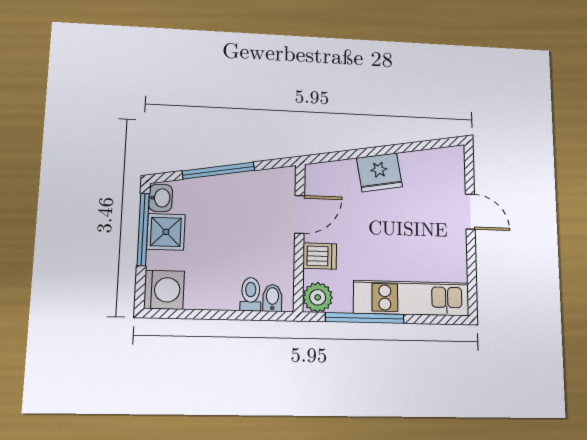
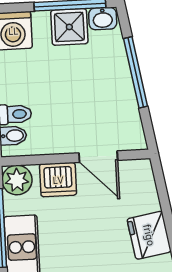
dishwasher: (320, 256) -> (58, 180), width x1.38

